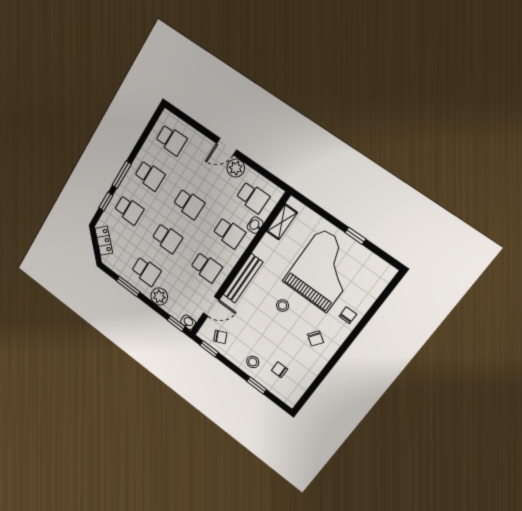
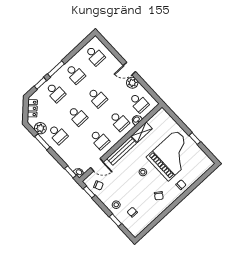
shelving: (282, 222) -> (142, 132), moved
plant: (159, 296) -> (40, 128), moved

